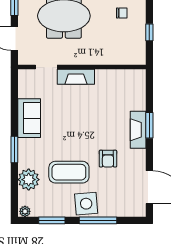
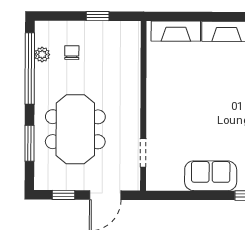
fireplace: (76, 77) -> (176, 31), moved, turned 90
window: (149, 125) -> (221, 17), removed

